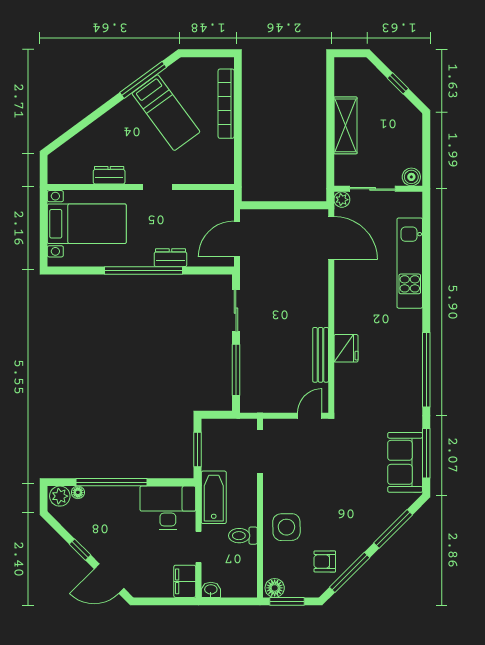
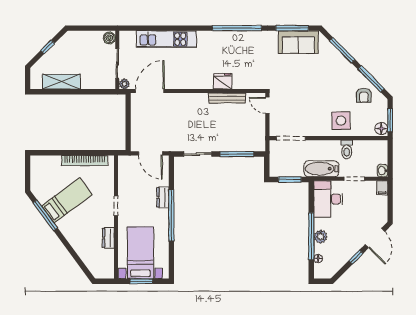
bookcase: (226, 104) -> (85, 161), moved
shelving: (345, 125) -> (61, 82), moved
window: (44, 225) -> (141, 281), added
plant: (60, 496) -> (321, 237), moved
filing cabinet: (185, 581) -> (382, 188), width x0.50

